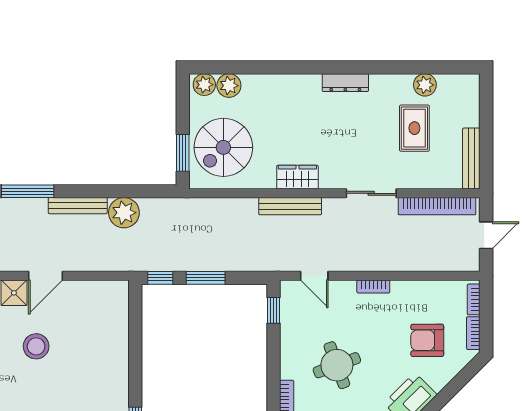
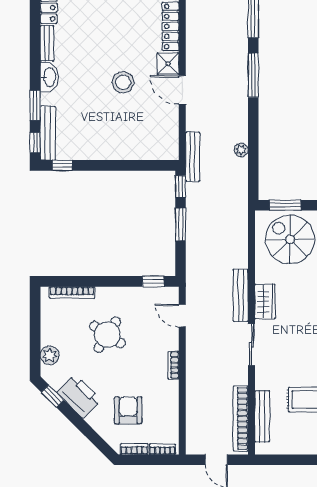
bench: (471, 159) -> (262, 416), moved, turned 90
sliding door: (371, 193) -> (251, 345), moved
bench: (78, 206) -> (193, 157), moved
plant: (124, 213) -> (241, 150), width x0.53, depth x0.53
door: (314, 276) -> (182, 316), hinge flipped
round table: (337, 365) -> (107, 335), turned -37

